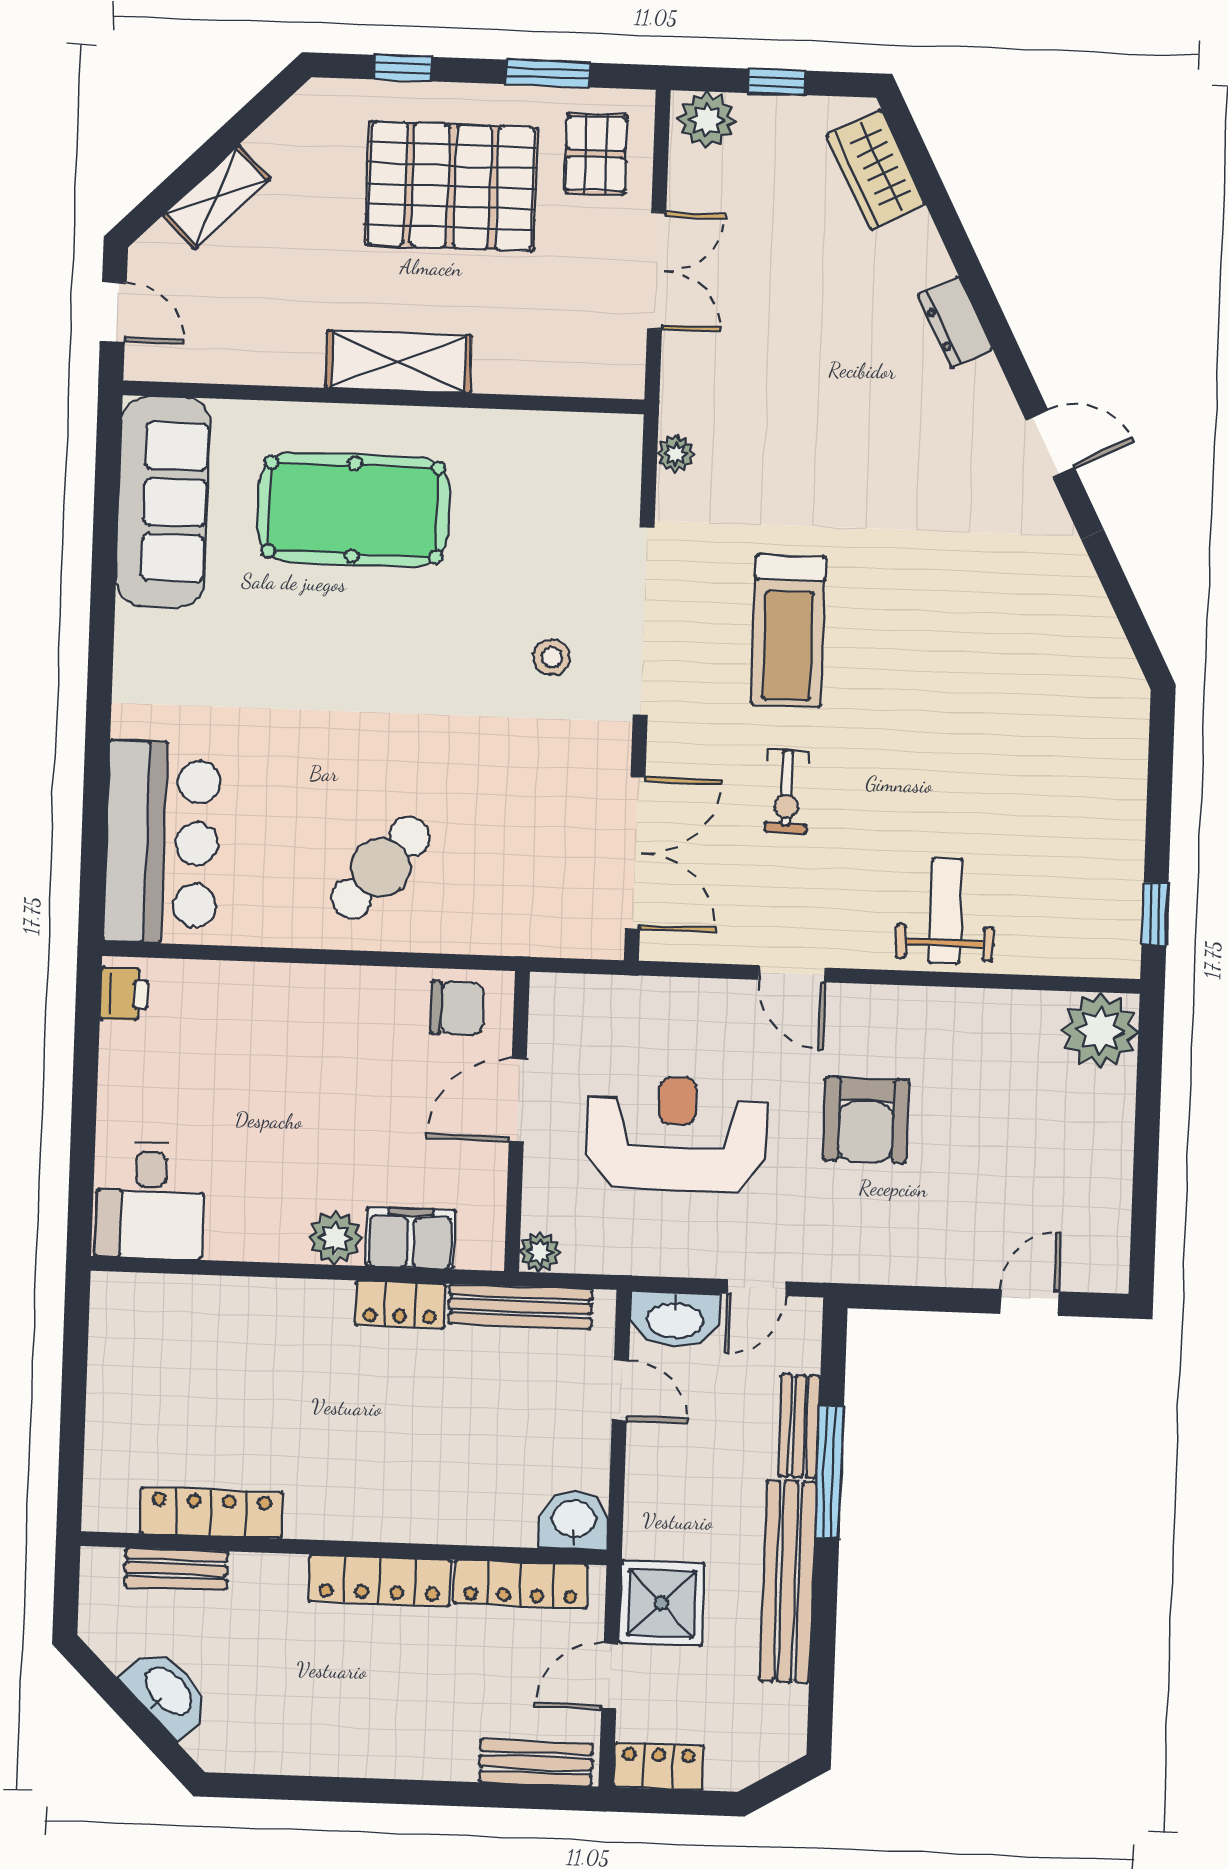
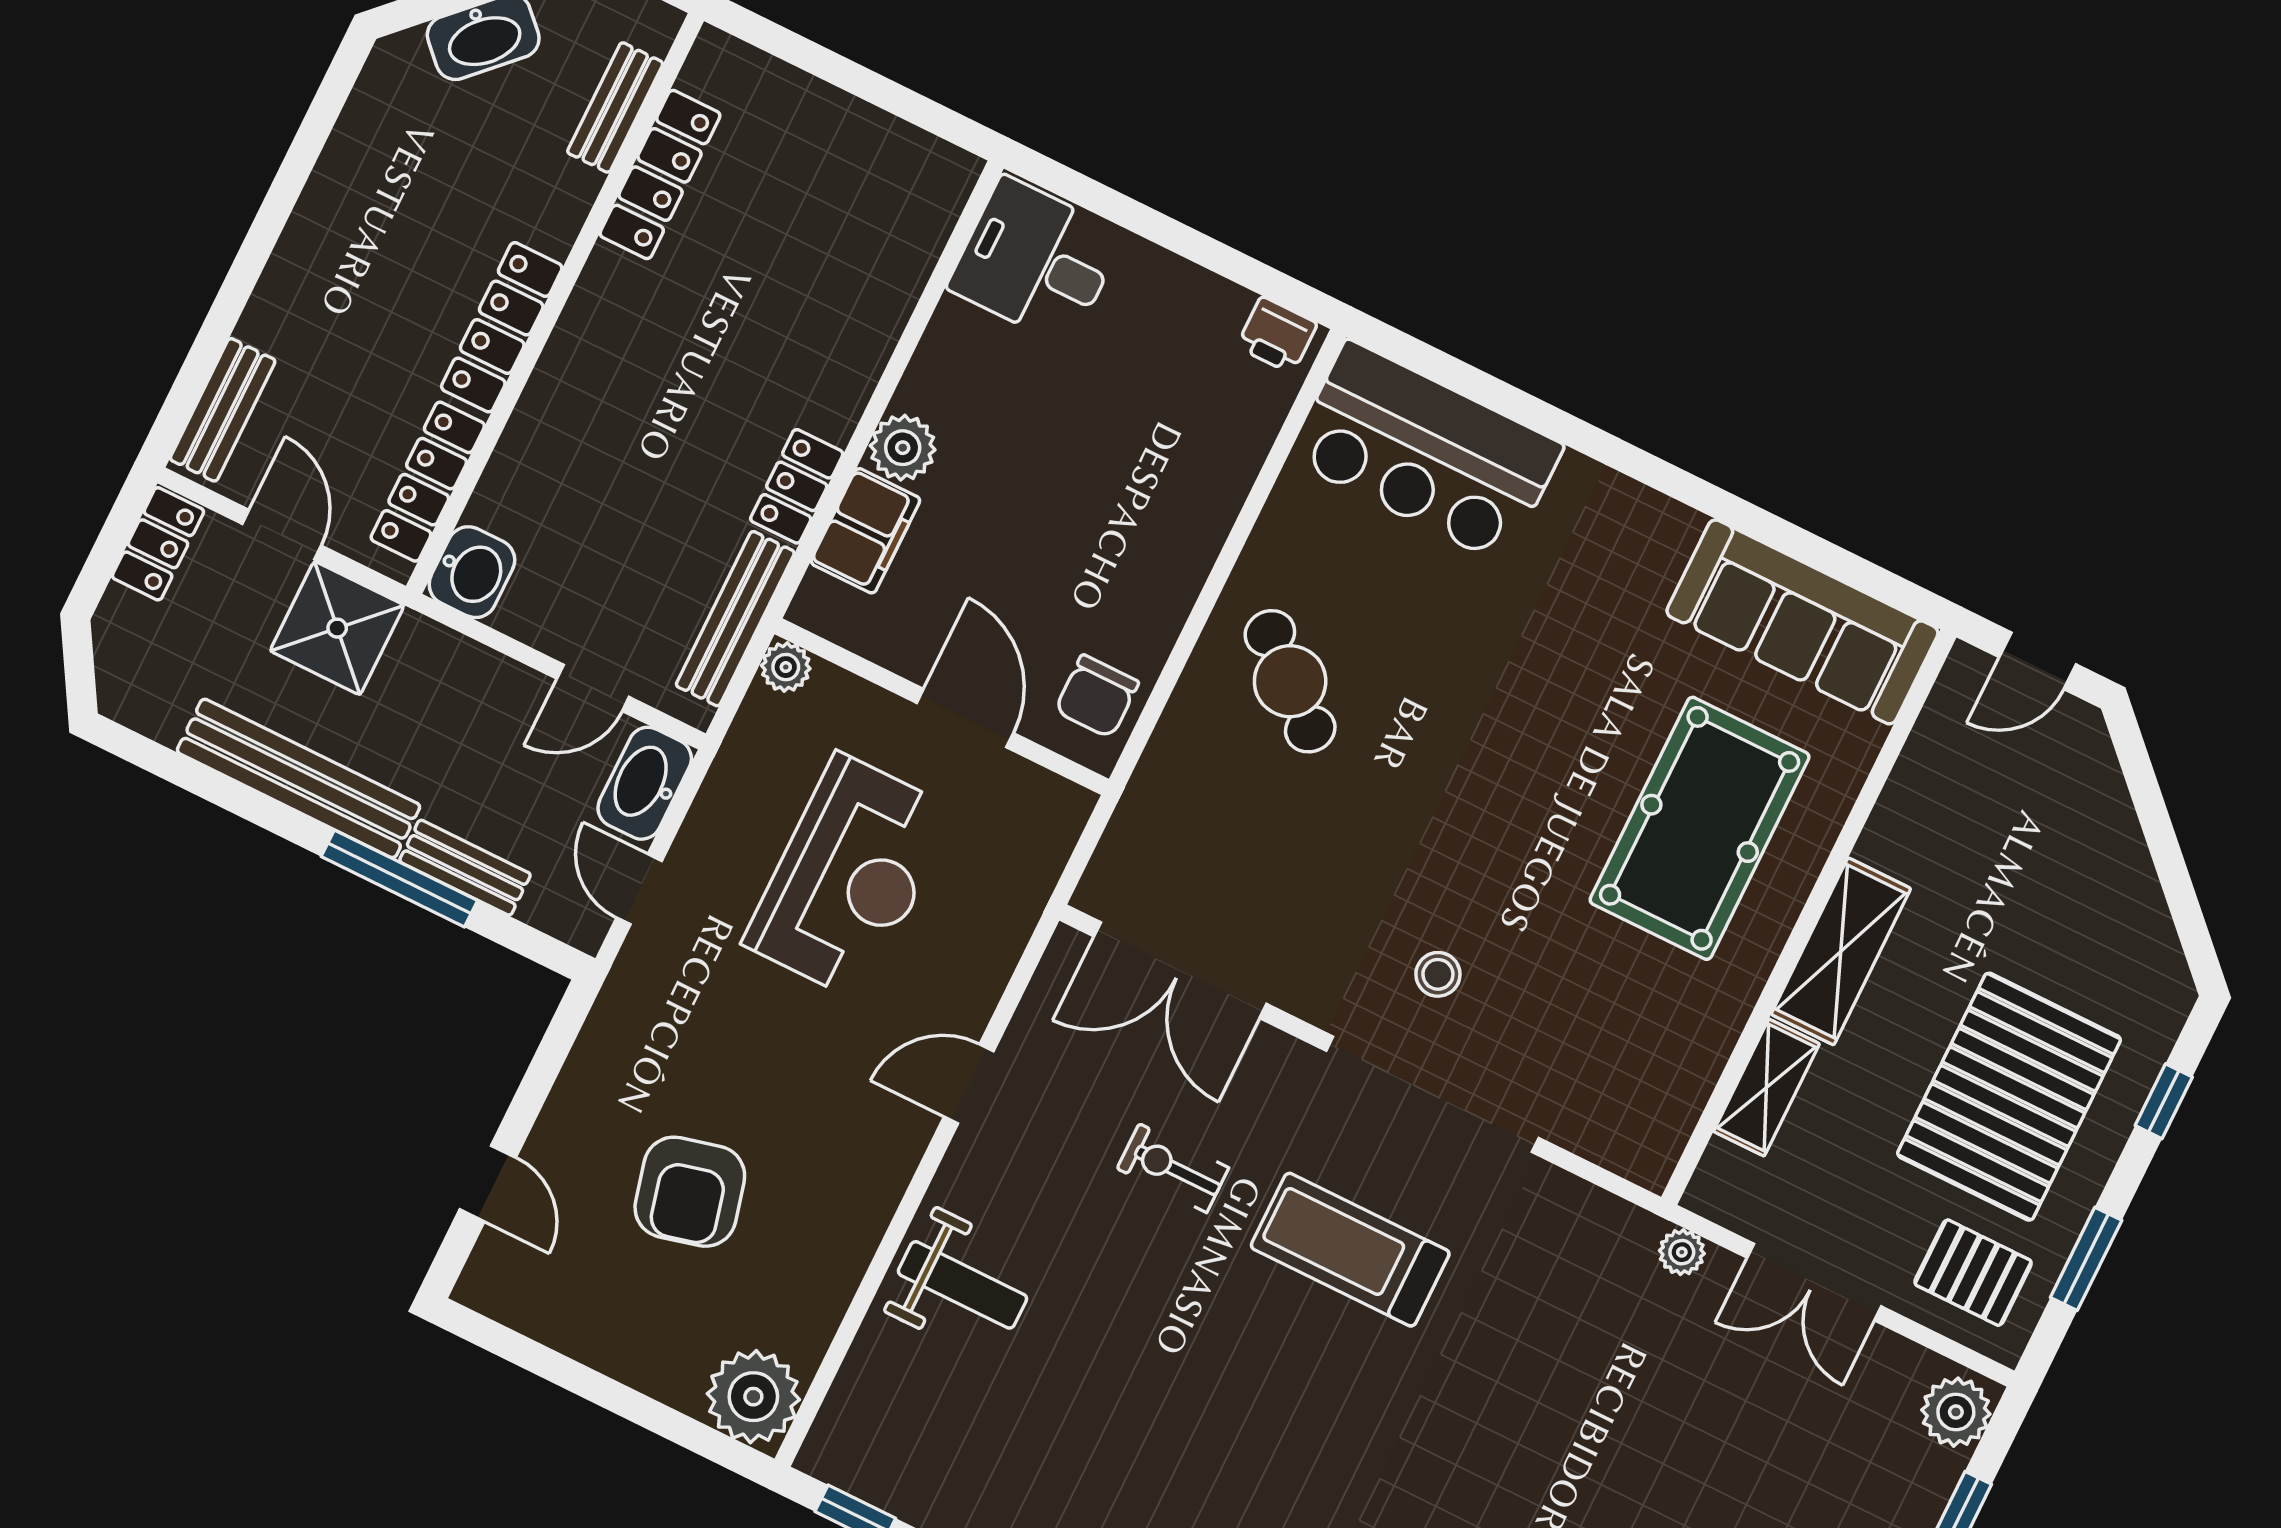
shelving: (217, 197) -> (1766, 1087), moved, turned 45
plant: (676, 454) -> (1682, 1252), moved
armchair: (866, 1120) -> (690, 1192), moved, turned -104

